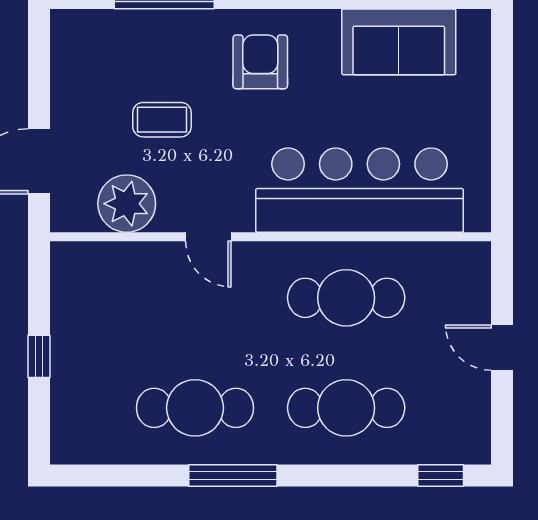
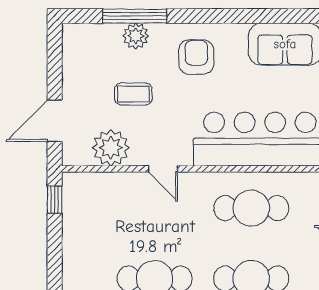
plant: (166, 29) -> (136, 36), added
window: (39, 356) -> (55, 200), moved

